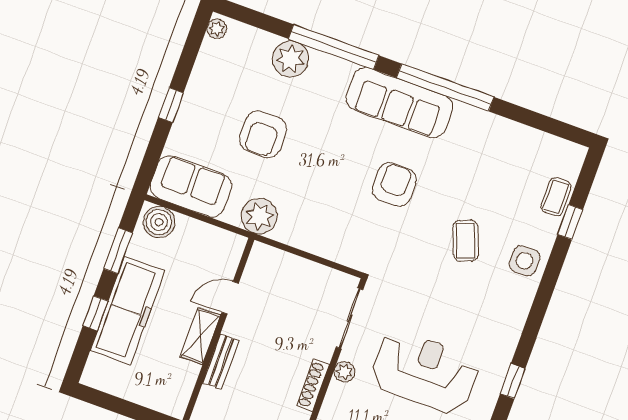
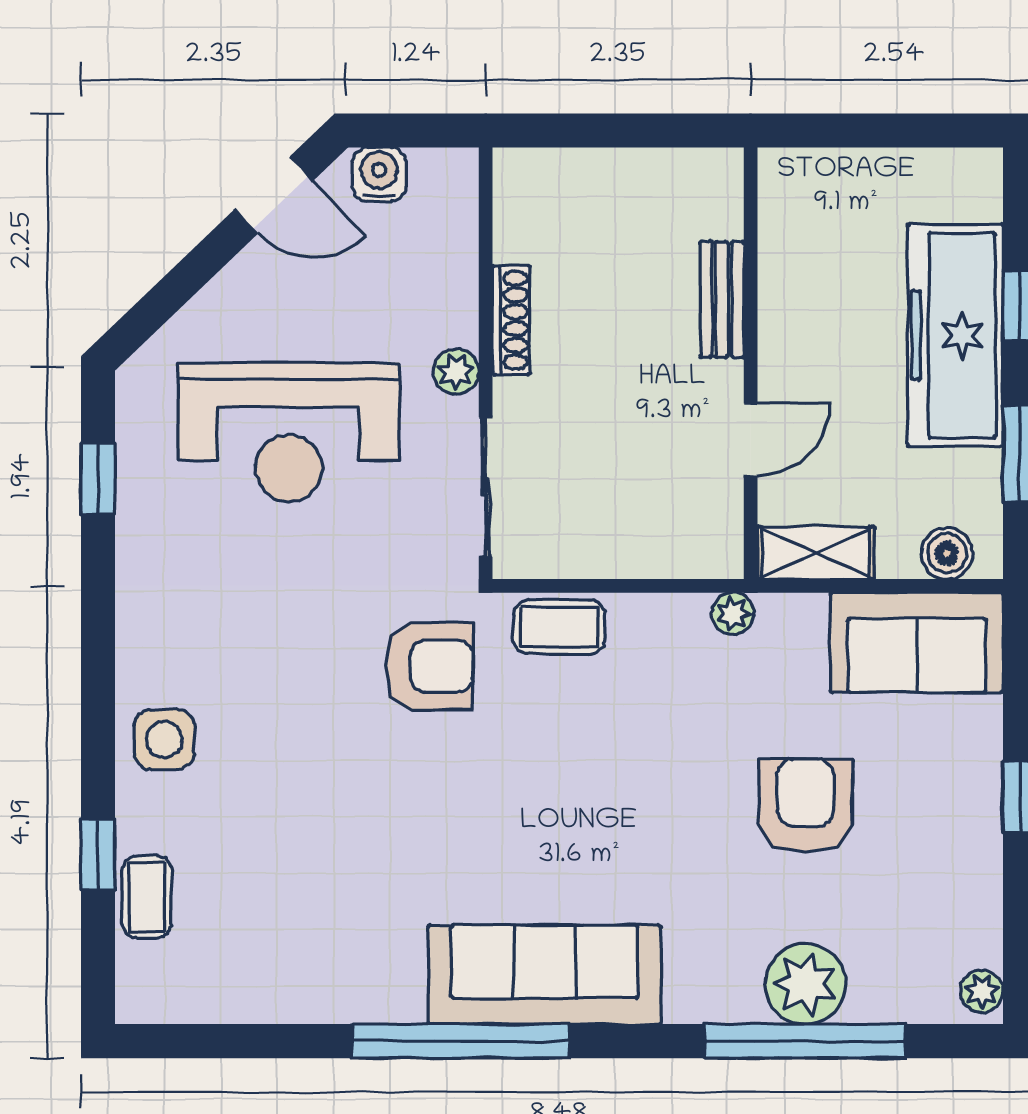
window: (334, 47) -> (805, 1041), moved
armchair: (394, 184) -> (429, 666), moved, turned -90
plant: (259, 216) -> (733, 614), width x0.53, depth x0.53
boiler: (159, 222) -> (947, 553), width x0.73, depth x0.73
coffee table: (466, 241) -> (559, 627), moved, turned -69
shelving: (201, 336) -> (816, 553), moved, turned 90

